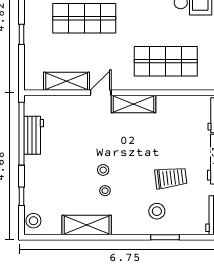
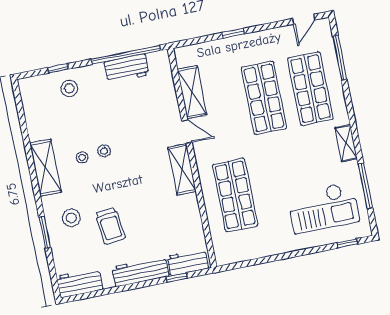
stool: (33, 221) -> (69, 88), moved
shelving: (87, 225) -> (46, 168), moved

